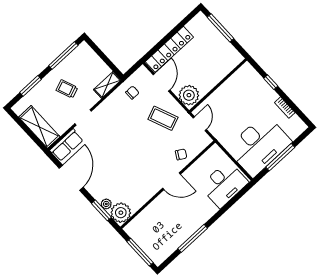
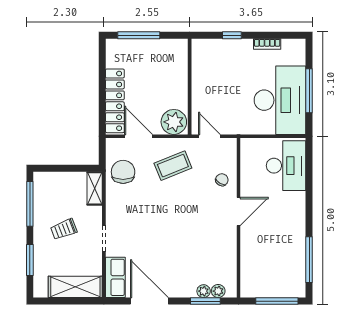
chair: (132, 93) -> (123, 172), width x1.87, depth x1.87
plant: (121, 213) -> (218, 291), width x0.53, depth x0.53
window: (193, 238) -> (309, 260), moved

